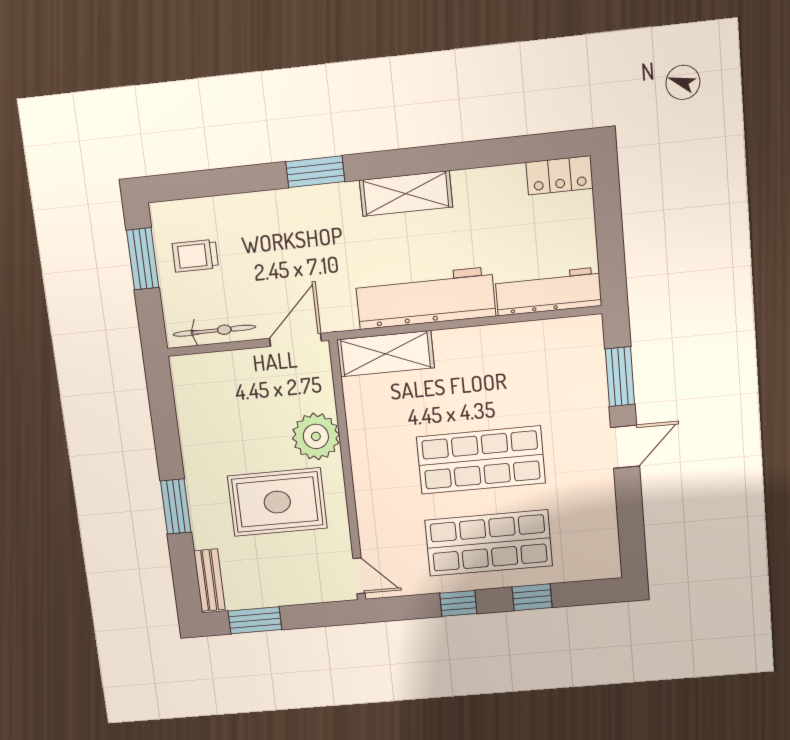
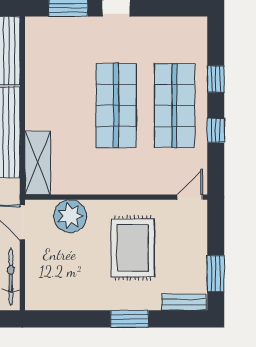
plant: (316, 436) -> (70, 216), moved

